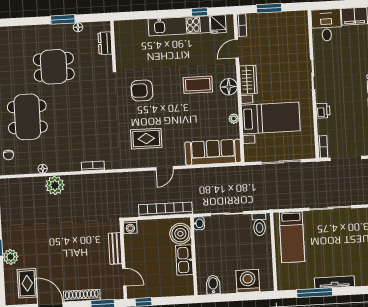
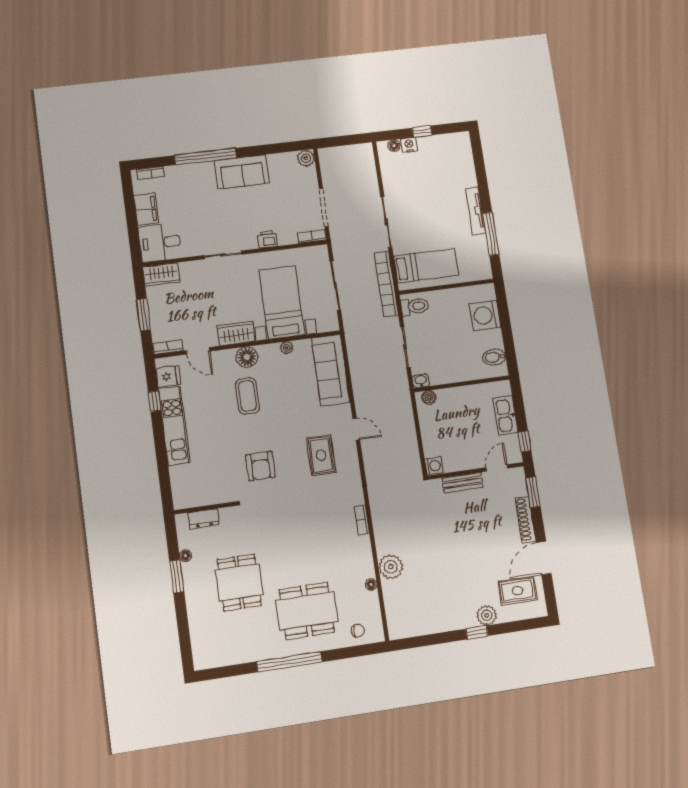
wardrobe: (300, 24) -> (161, 274), added
bookcase: (165, 209) -> (386, 284), moved
boiler: (180, 234) -> (429, 397), width x0.54, depth x0.54
kitchen sink: (184, 260) -> (505, 415), moved, turned 90

